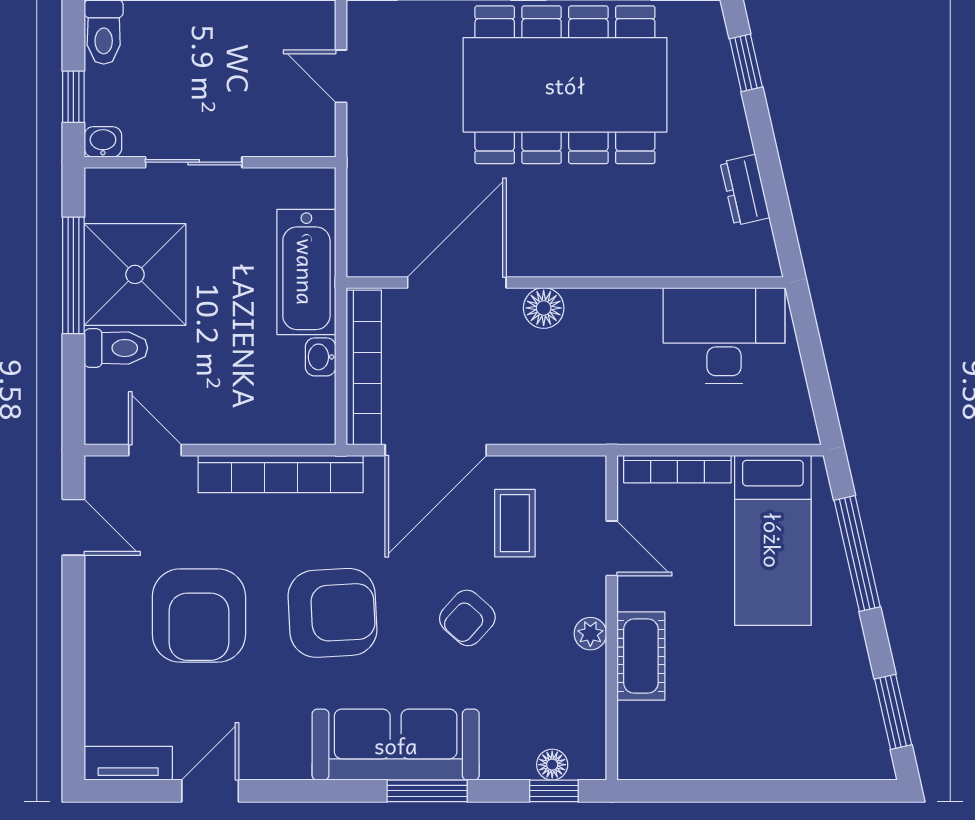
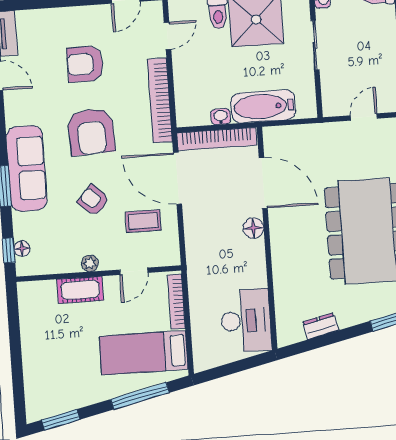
armchair: (199, 616) -> (85, 64), width x0.73, depth x0.73

